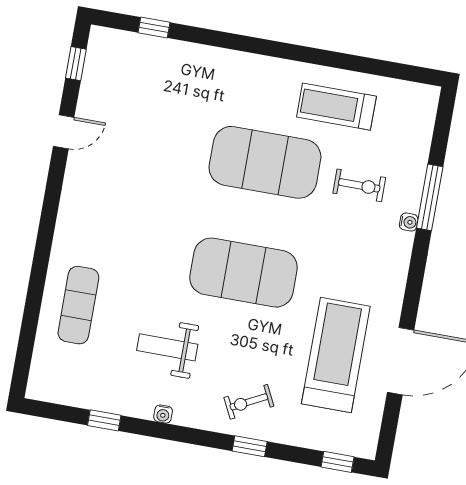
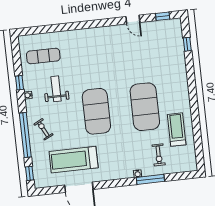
exercise bike: (359, 185) -> (159, 155), moved
exercise mat: (78, 305) -> (43, 56), moved
treadmill: (336, 355) -> (74, 160), turned 180
window: (104, 420) -> (19, 83), moved
window: (250, 446) -> (25, 135), width x3.17

